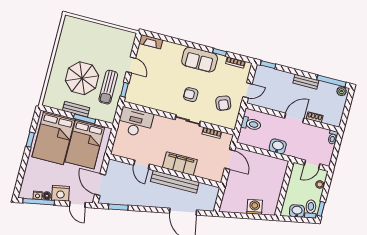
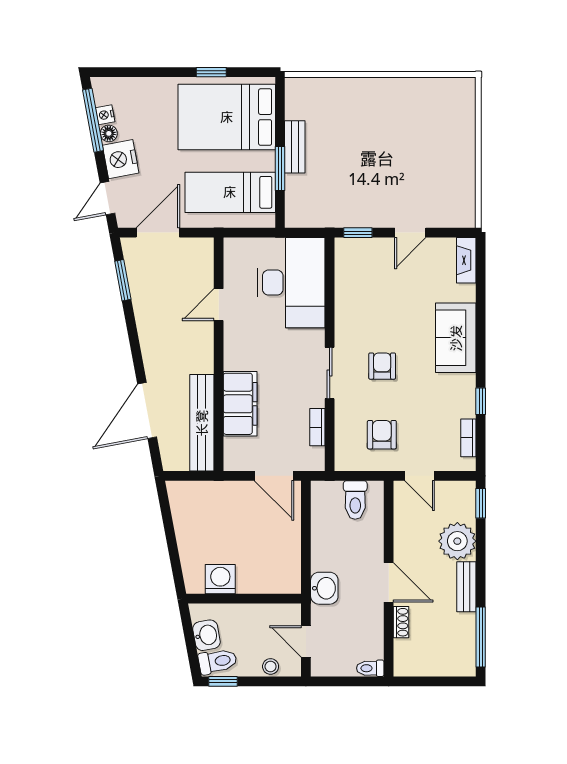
sofa: (200, 60) -> (456, 338), moved
parasol: (82, 78) -> (359, 143), removed
sun lounger: (108, 87) -> (355, 199), removed
plant: (342, 91) -> (457, 541), moved, width x1.88, depth x1.88
armchair: (223, 103) -> (382, 435), turned 111
desk: (135, 122) -> (291, 283), width x1.36, depth x1.30
bed: (85, 144) -> (230, 192), width x0.67
washbasin: (278, 146) -> (324, 588), moved
door: (230, 159) -> (274, 476), hinge flipped
filing cabinet: (180, 164) -> (240, 404), moved
bench: (175, 182) -> (202, 423), moved
washing machine: (255, 207) -> (220, 579), moved, turned -79

